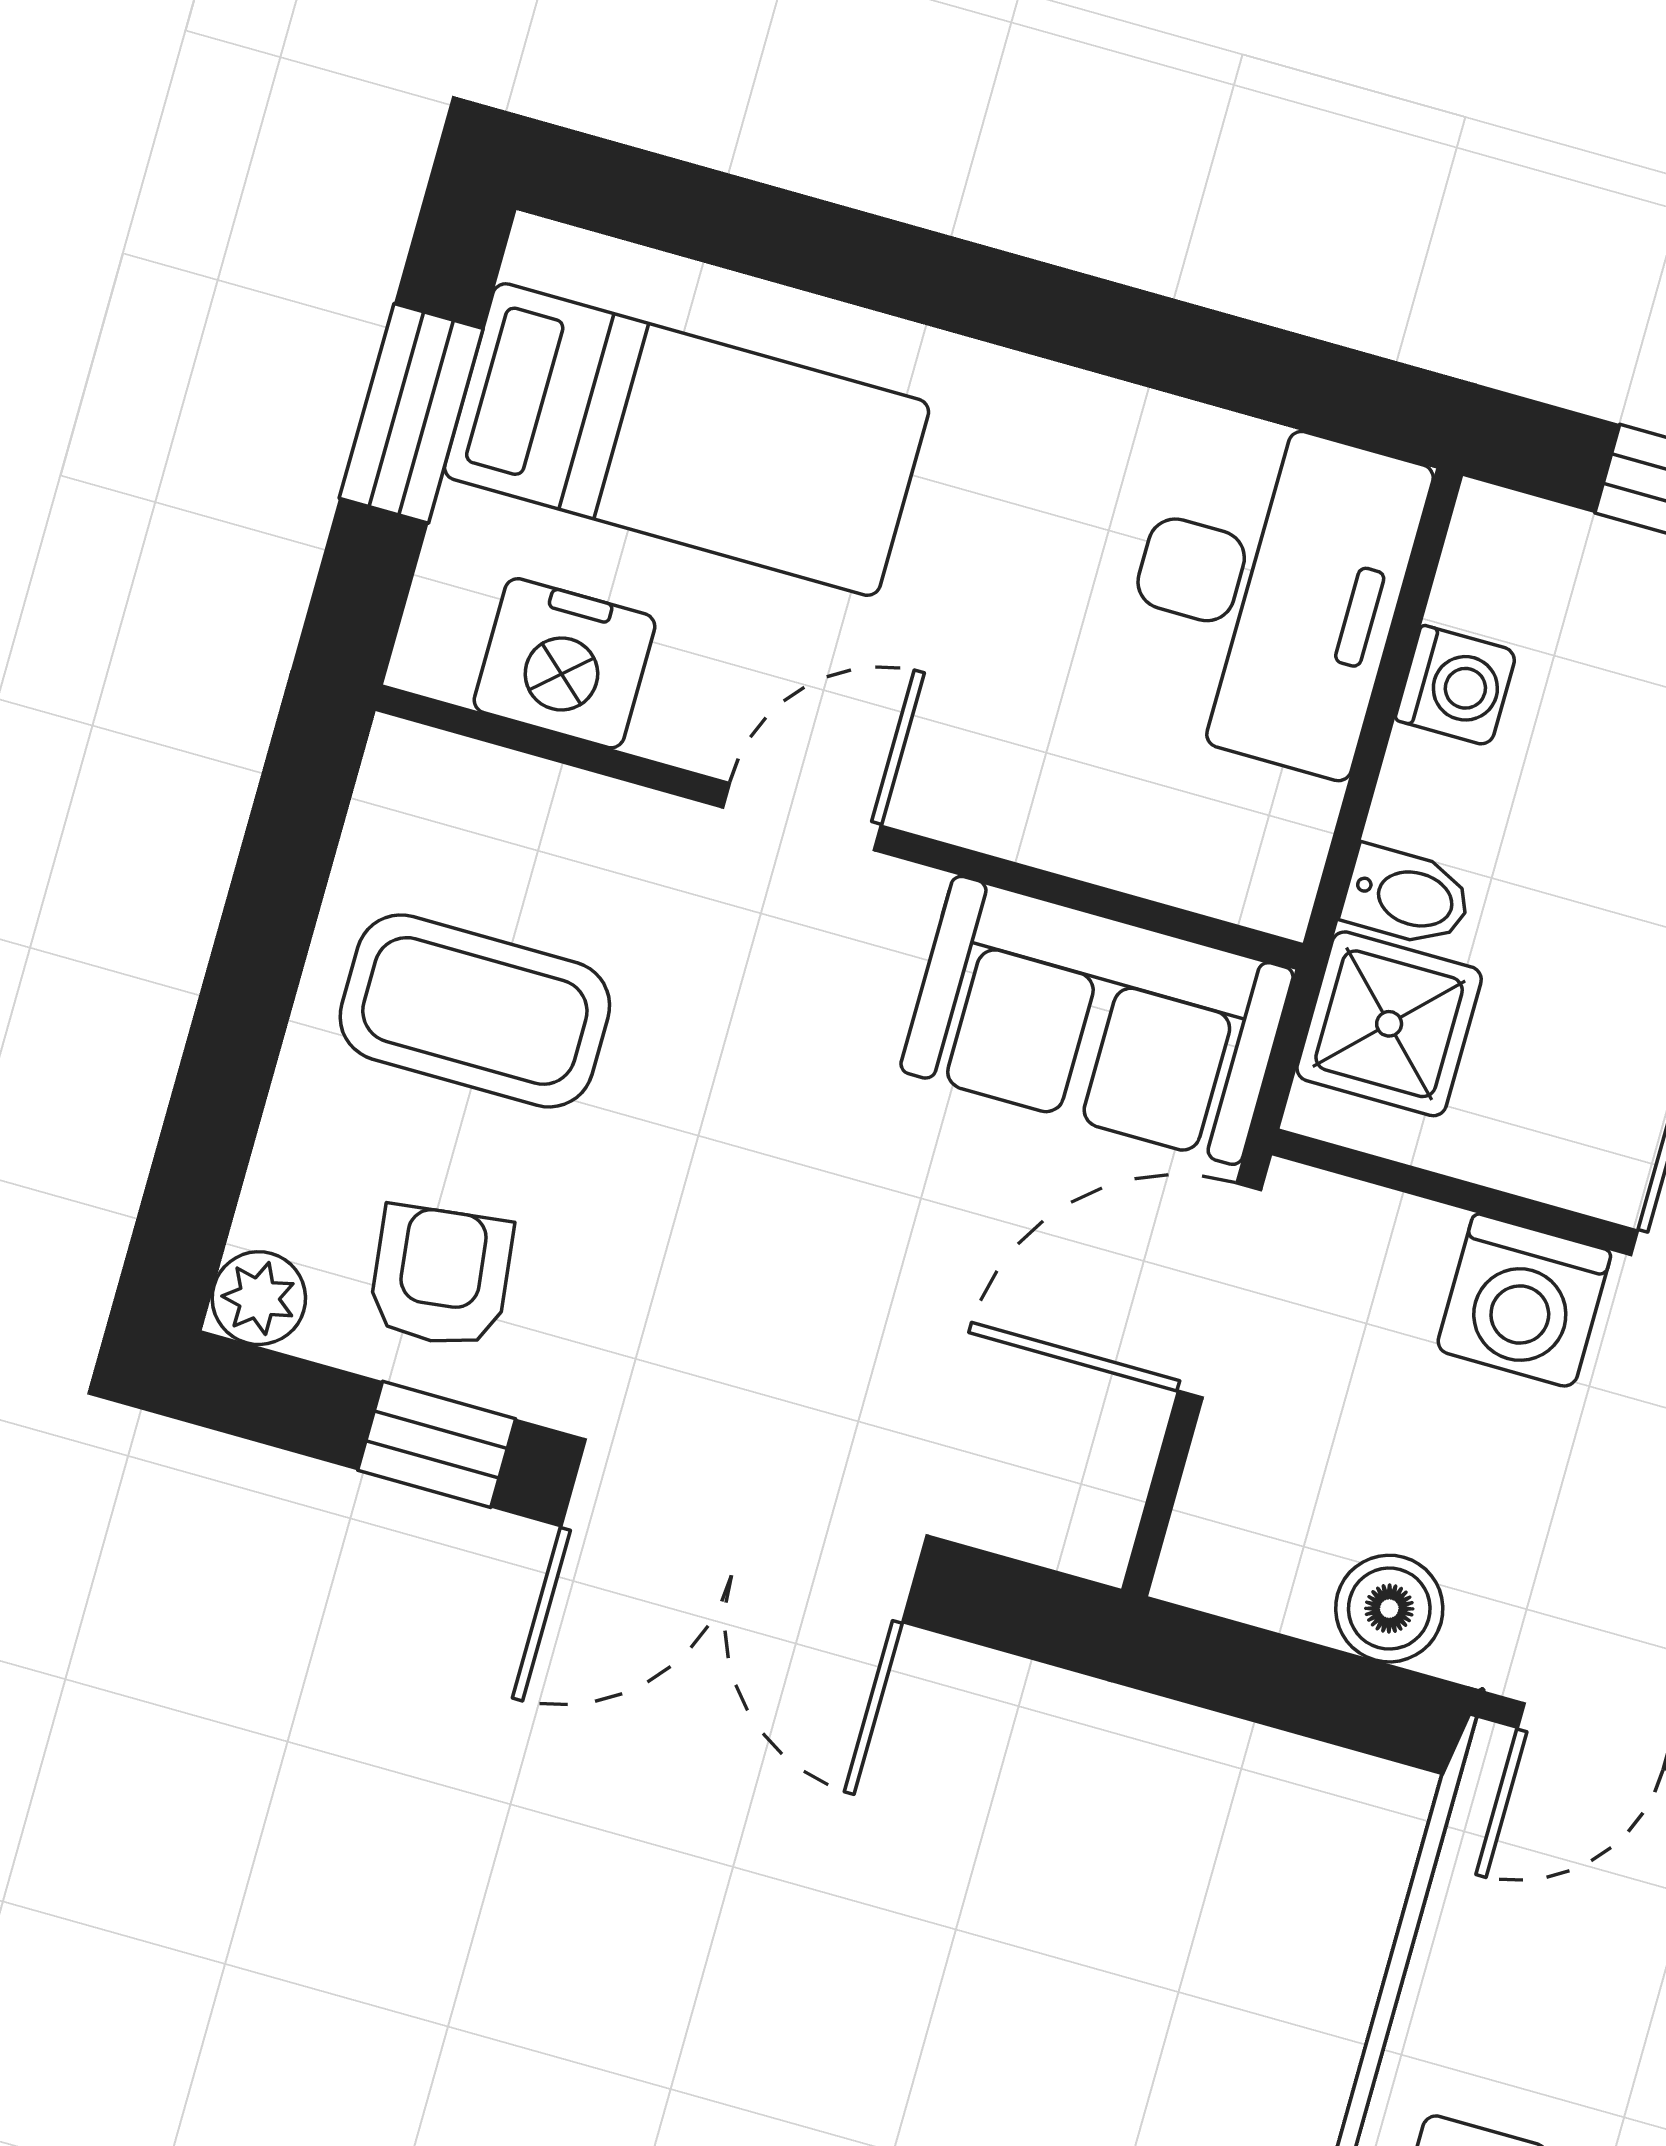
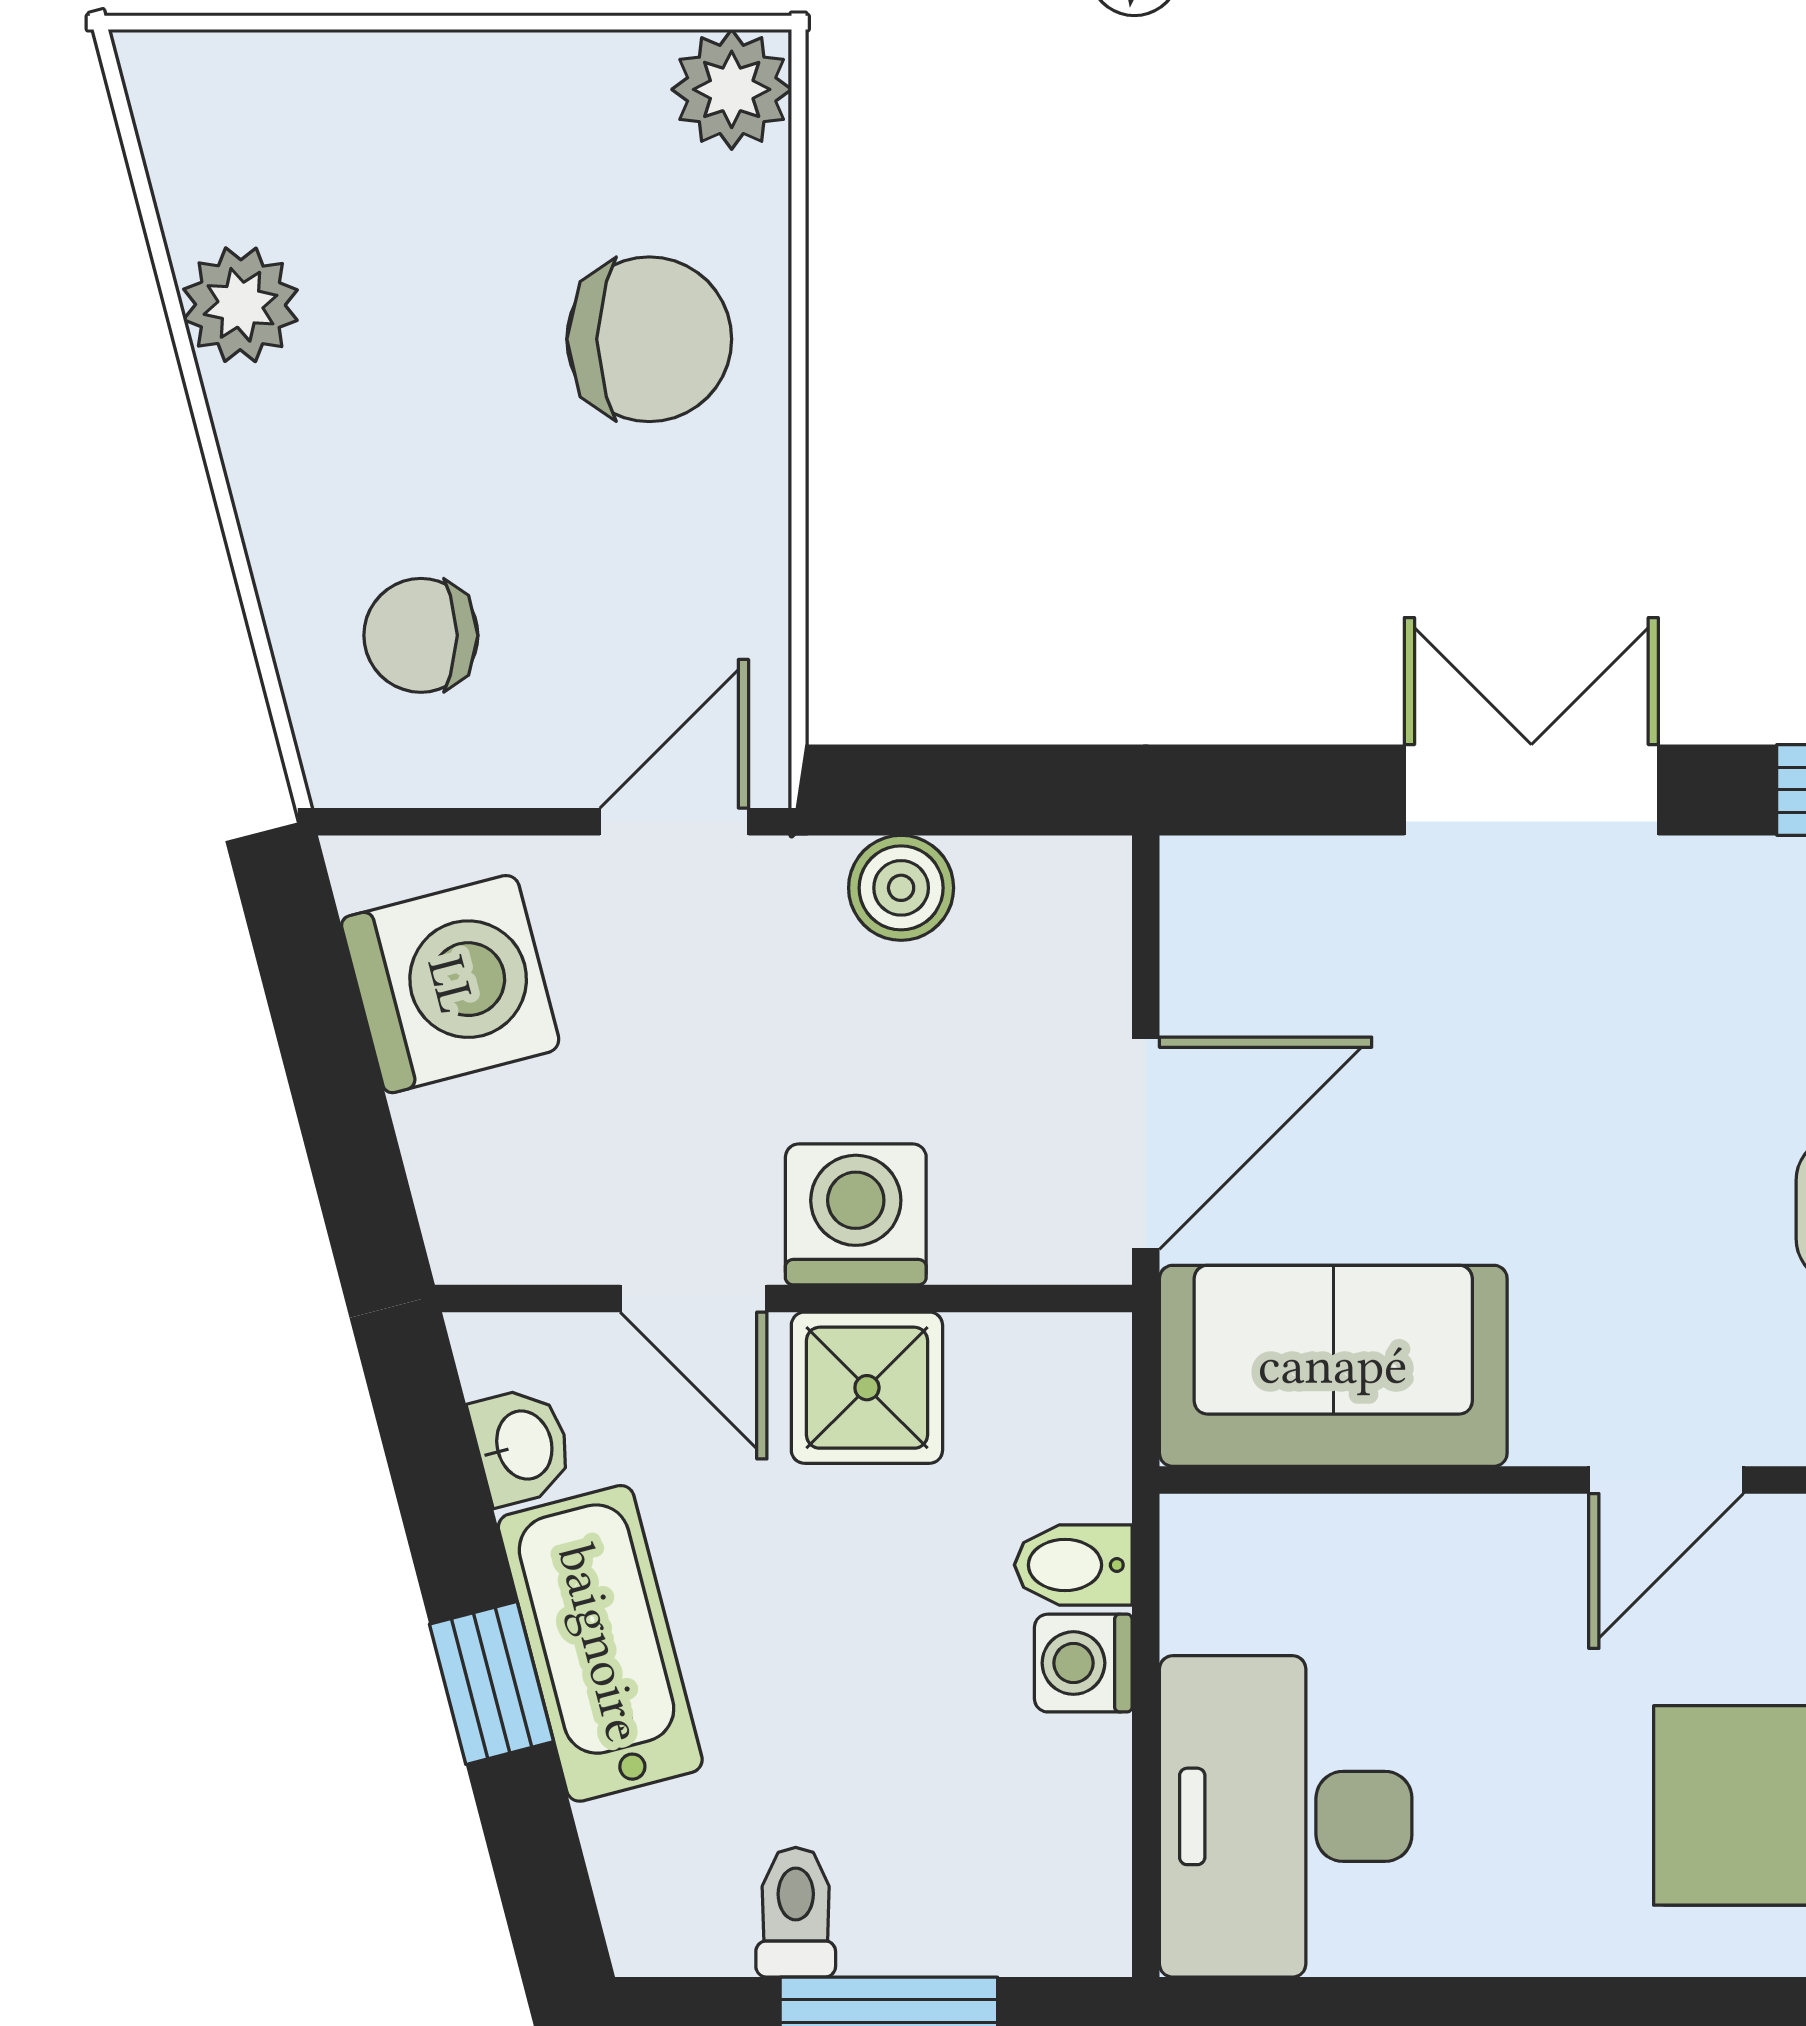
washing machine: (1456, 686) -> (1083, 1663), moved
shower: (1389, 1024) -> (867, 1388), moved
double door: (744, 1531) -> (1531, 790), width x0.73

